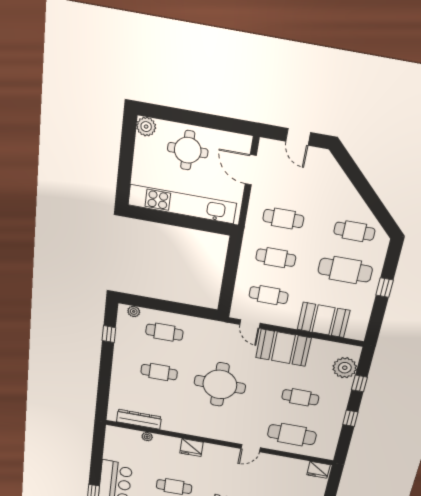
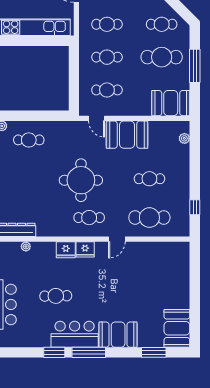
window: (385, 288) -> (195, 66), width x2.17
booth: (324, 320) -> (171, 103), moved
plant: (345, 368) -> (184, 138), width x0.53, depth x0.53
cafe table: (159, 372) -> (89, 218), moved
window: (359, 384) -> (195, 155), removed
window: (350, 418) -> (195, 207), moved
fridge: (318, 470) -> (85, 249), moved

